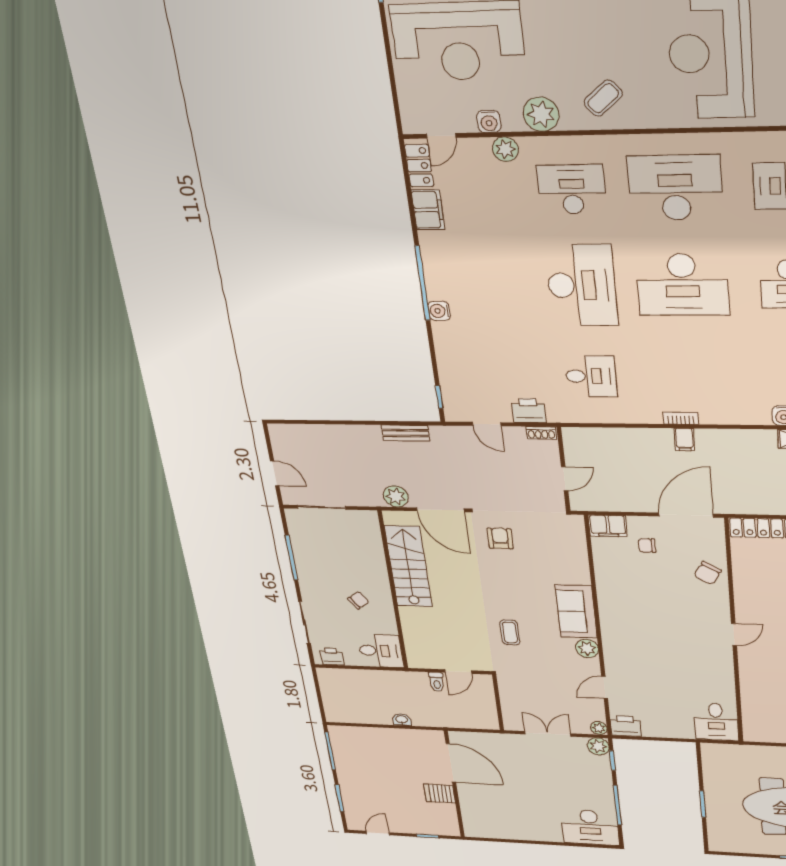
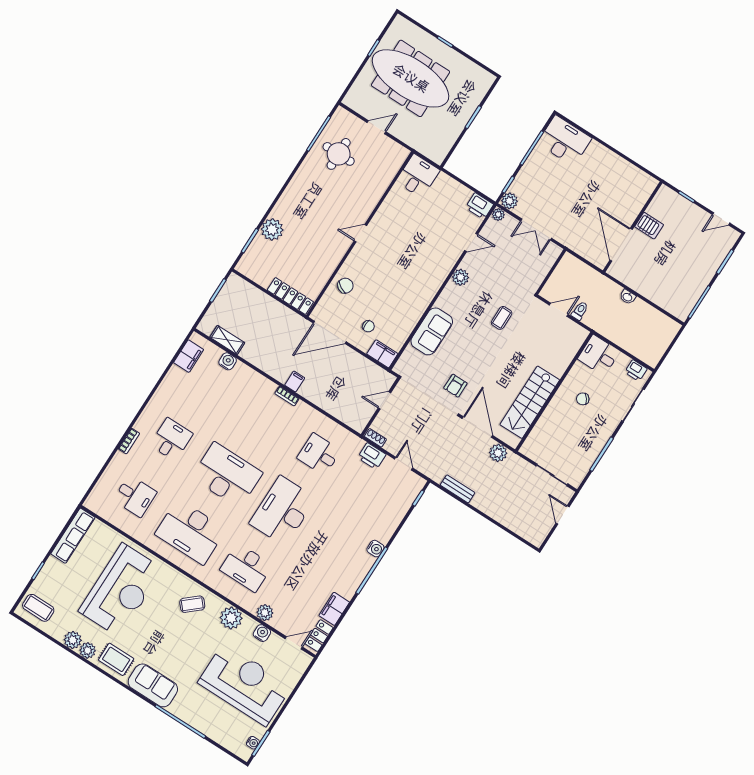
sofa: (576, 611) -> (432, 331), moved

